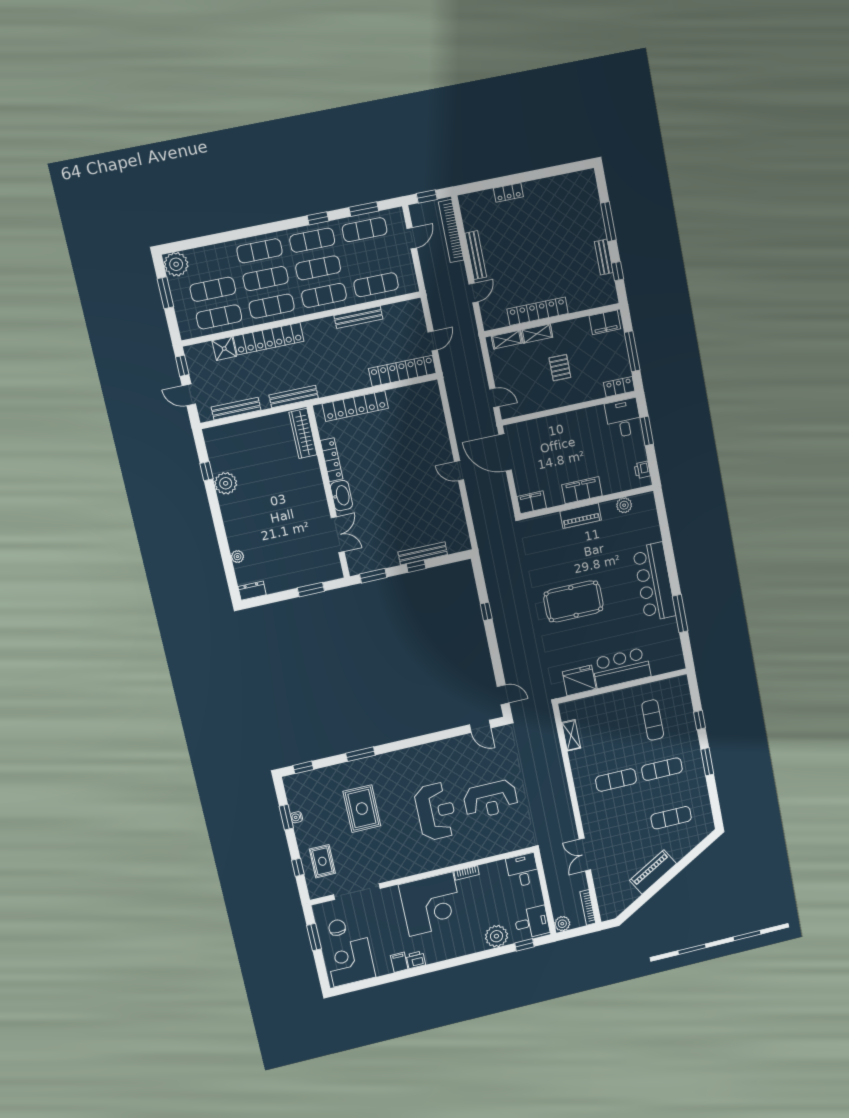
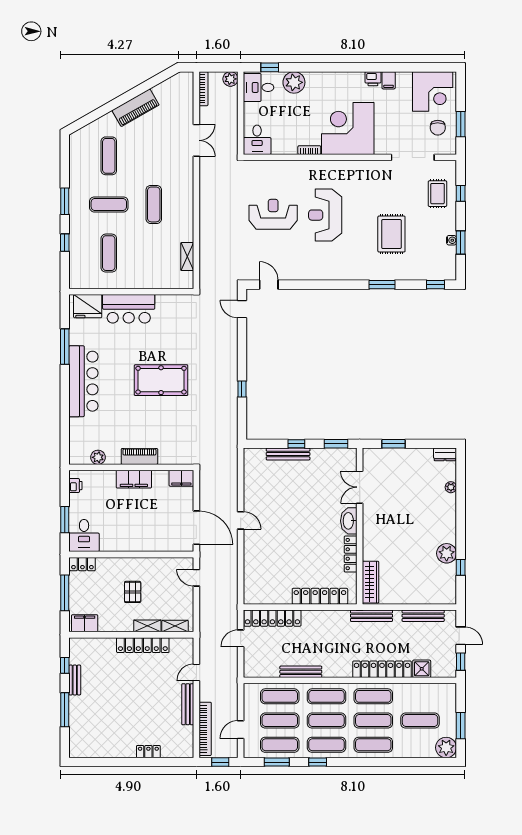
exercise mat: (219, 317) -> (280, 721), moved
fridge: (579, 680) -> (88, 306), moved
exercise mat: (616, 780) -> (154, 204), turned 90
exercise mat: (671, 818) -> (109, 156), turned 90

